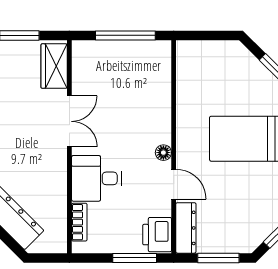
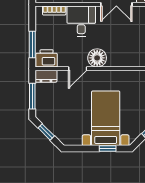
floor lamp: (163, 153) -> (97, 58), width x1.89, depth x1.89
dresser: (186, 228) -> (46, 76), width x0.70

